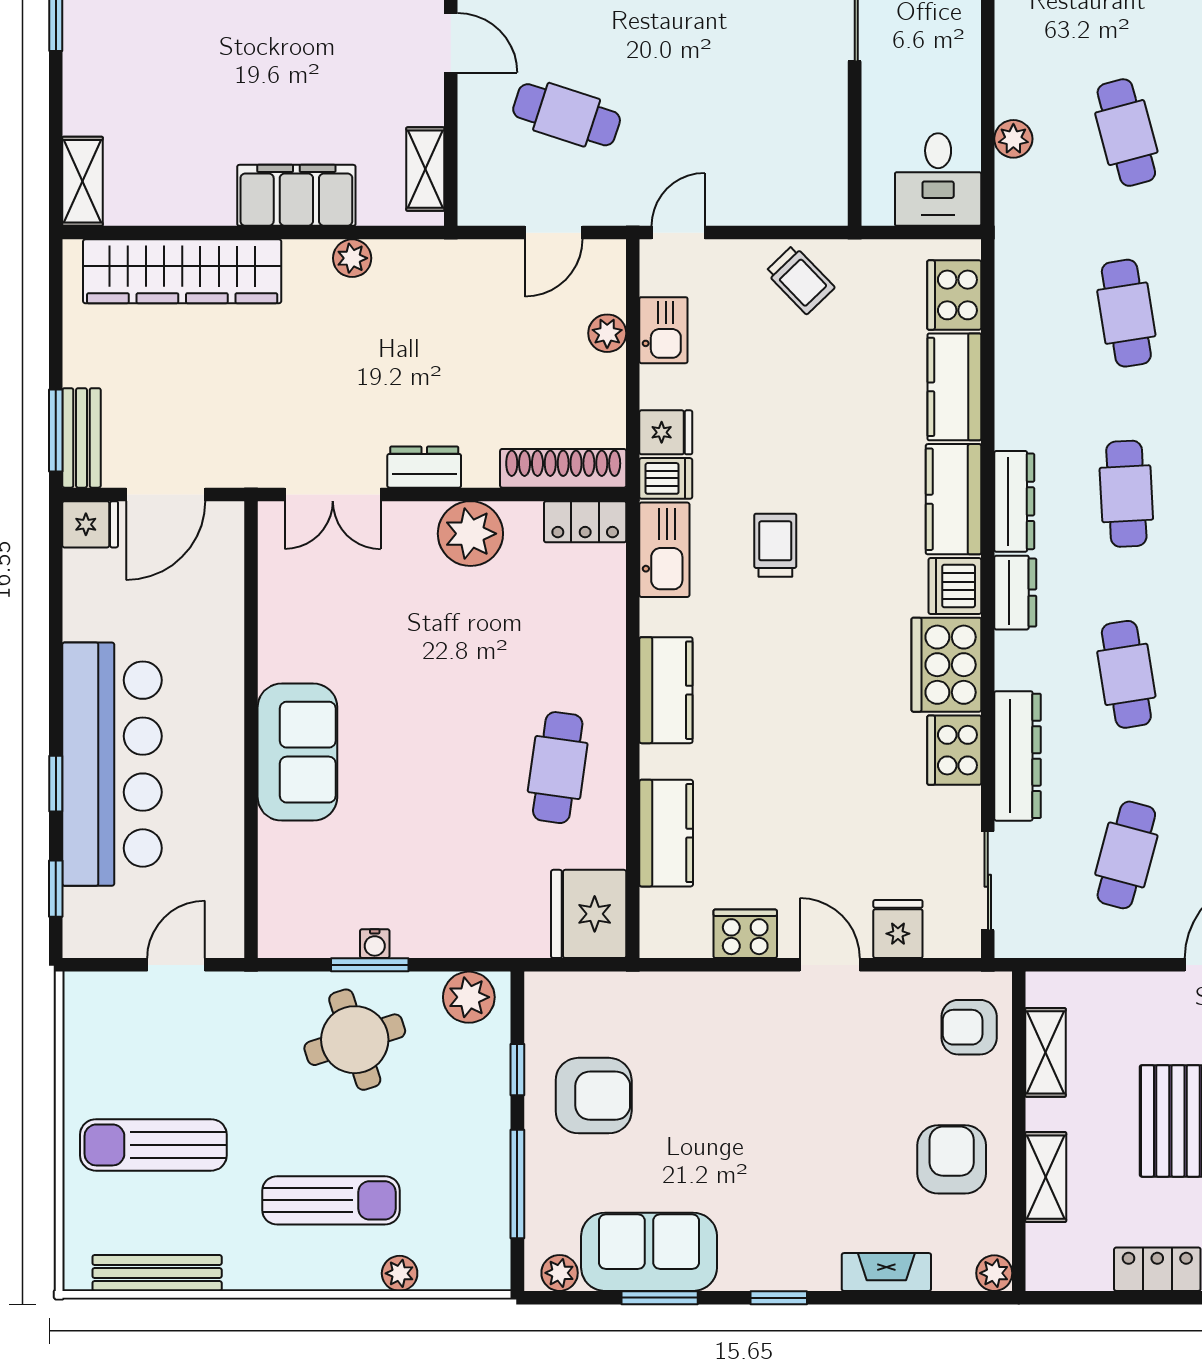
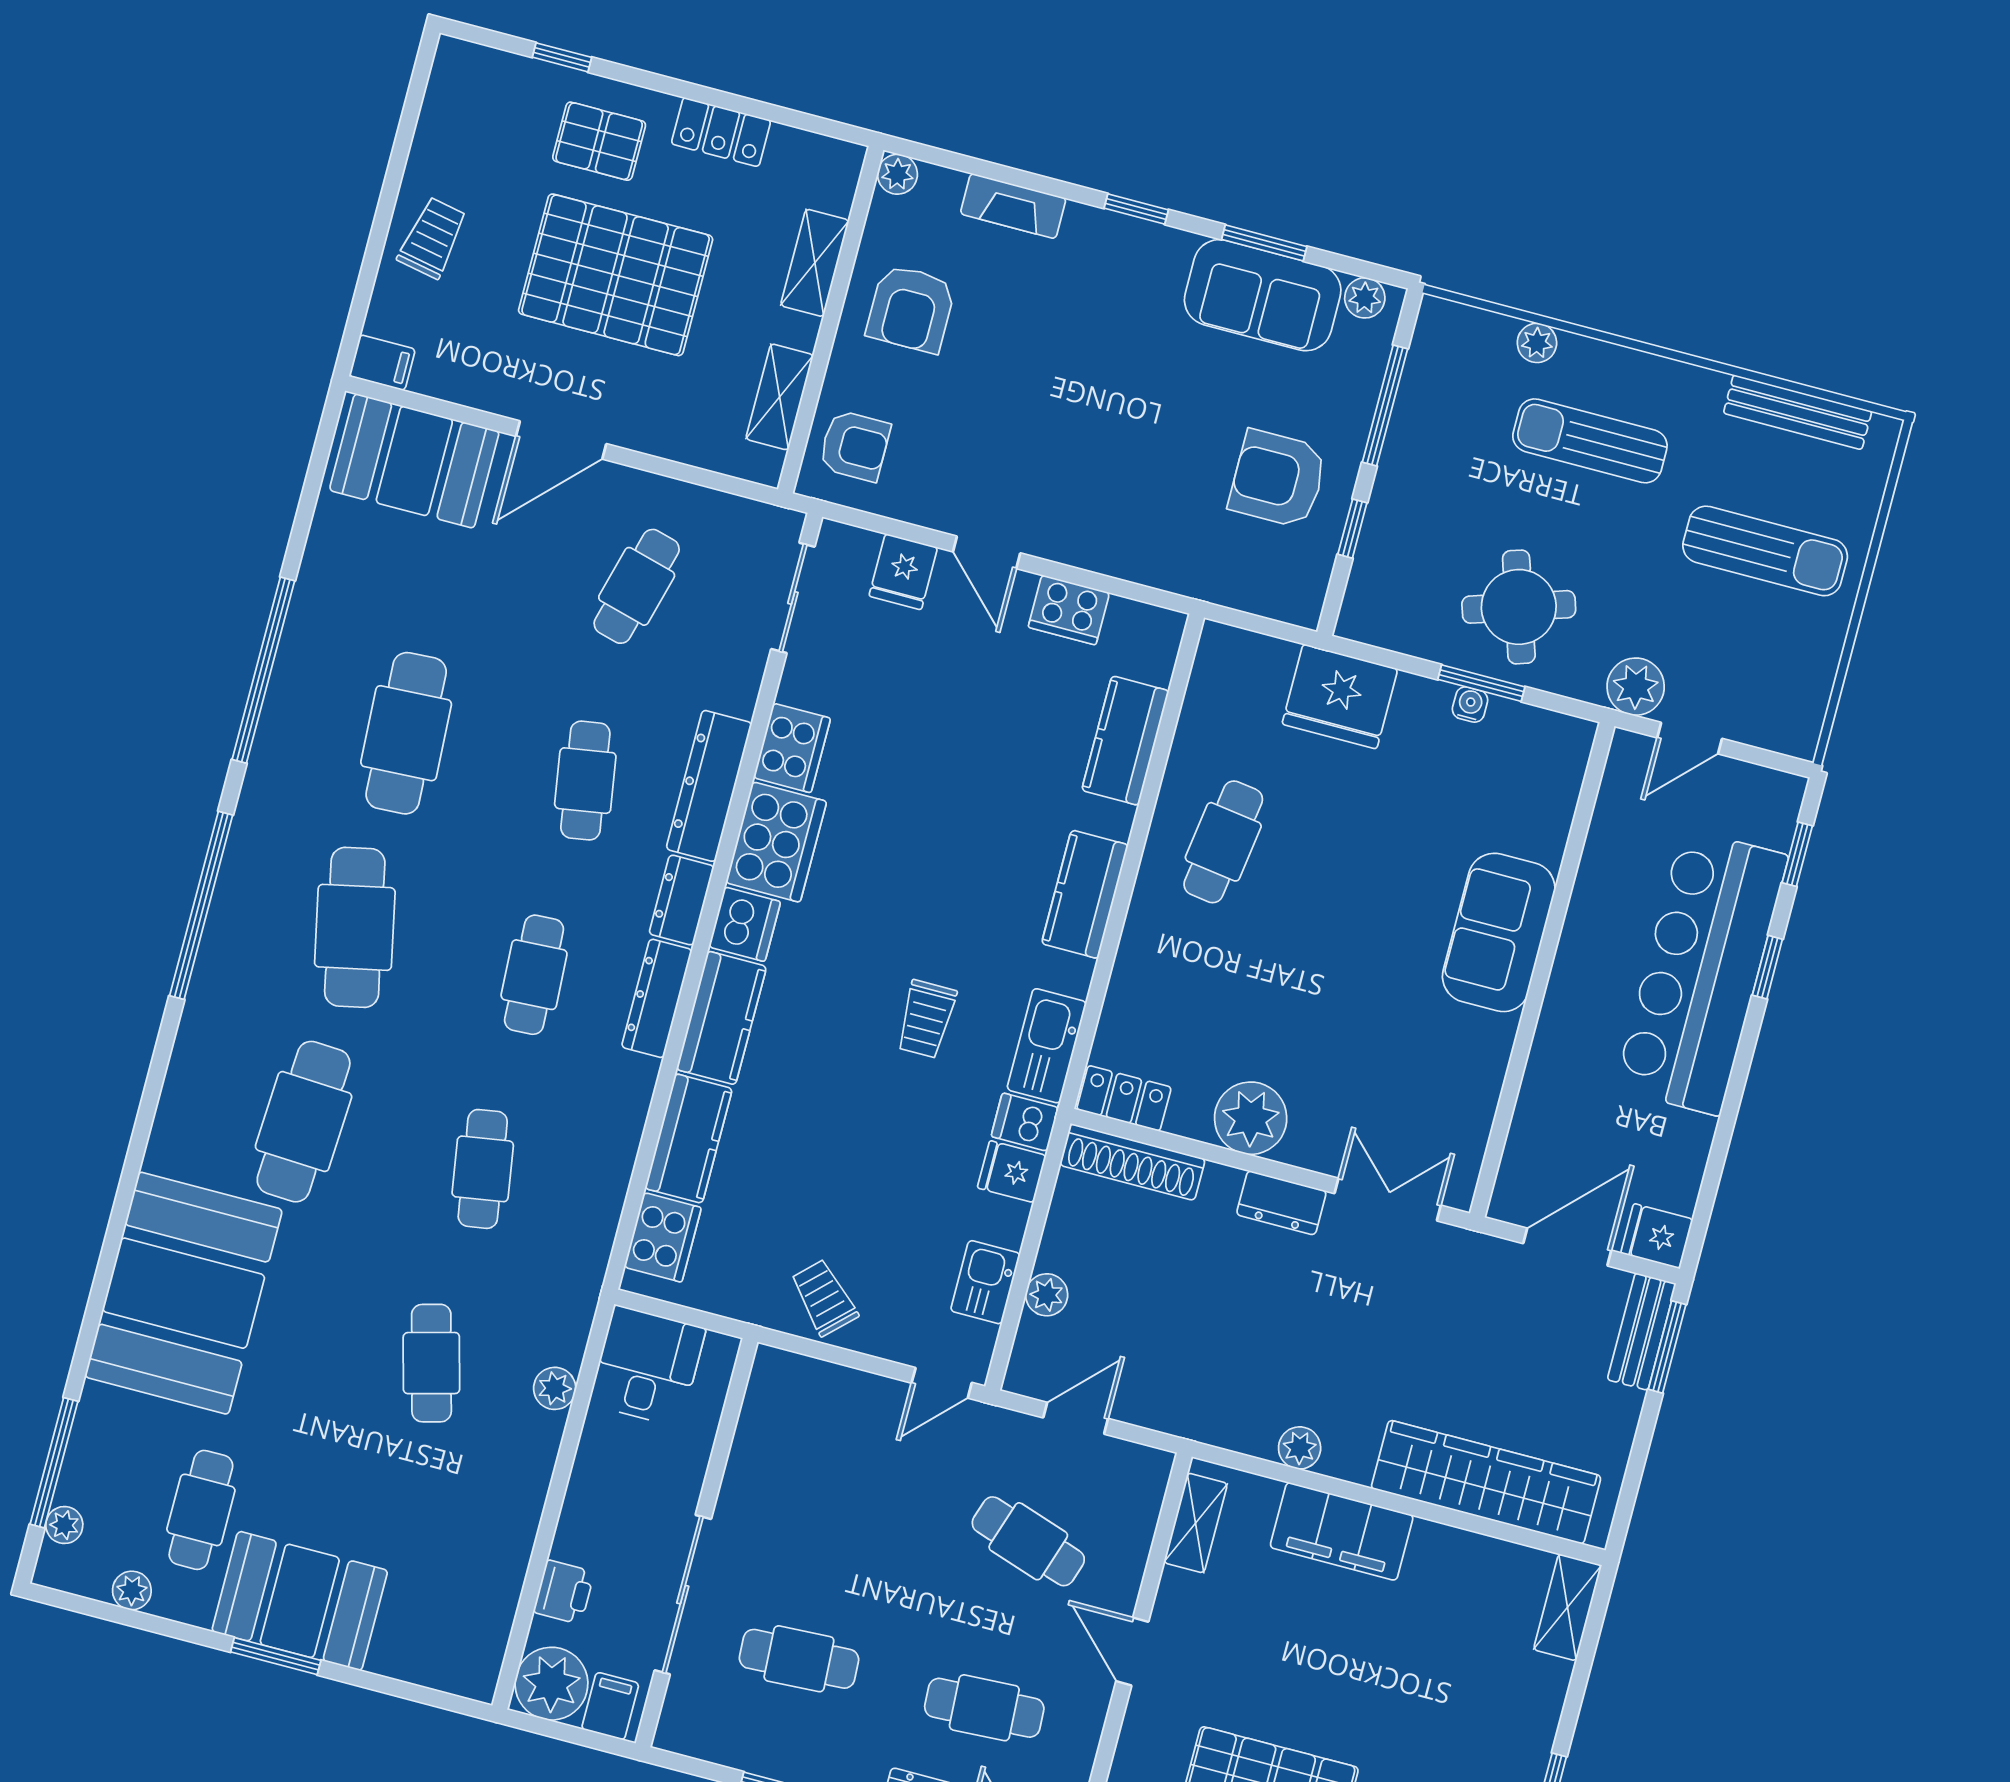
dresser: (1018, 756) -> (709, 786), moved
fridge: (589, 914) -> (1340, 696), moved, turned 90
plant: (469, 997) -> (1636, 687), moved

